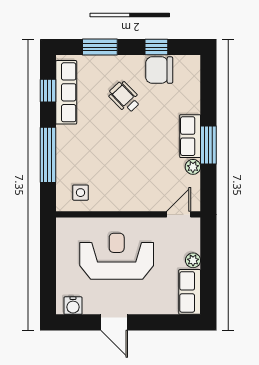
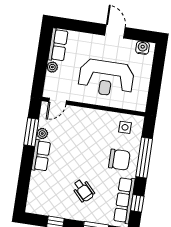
chair: (159, 70) -> (119, 160), moved
window: (208, 145) -> (31, 132), moved

